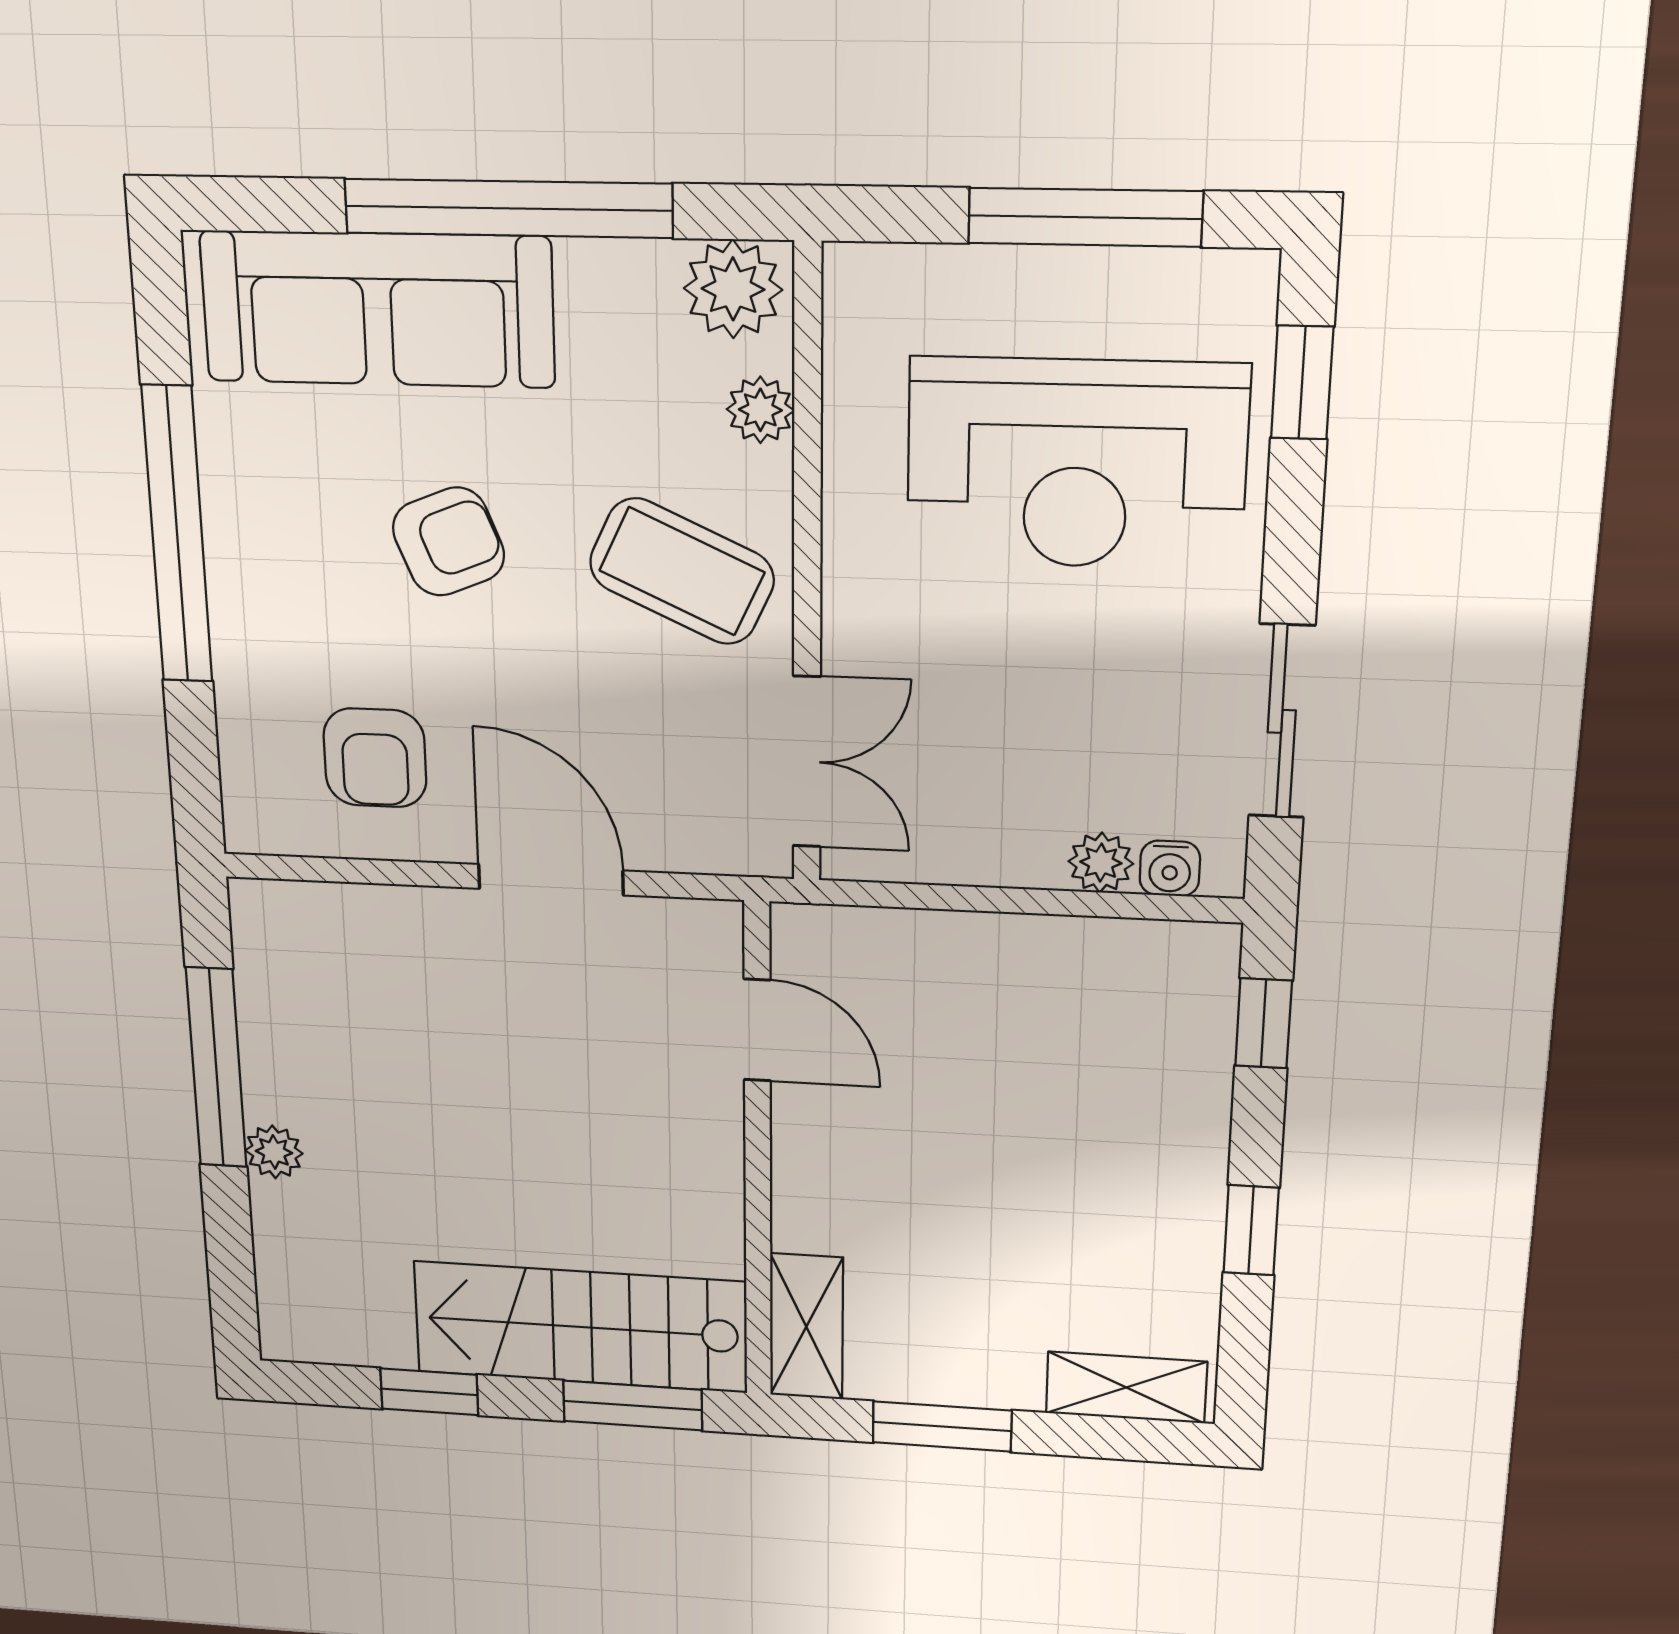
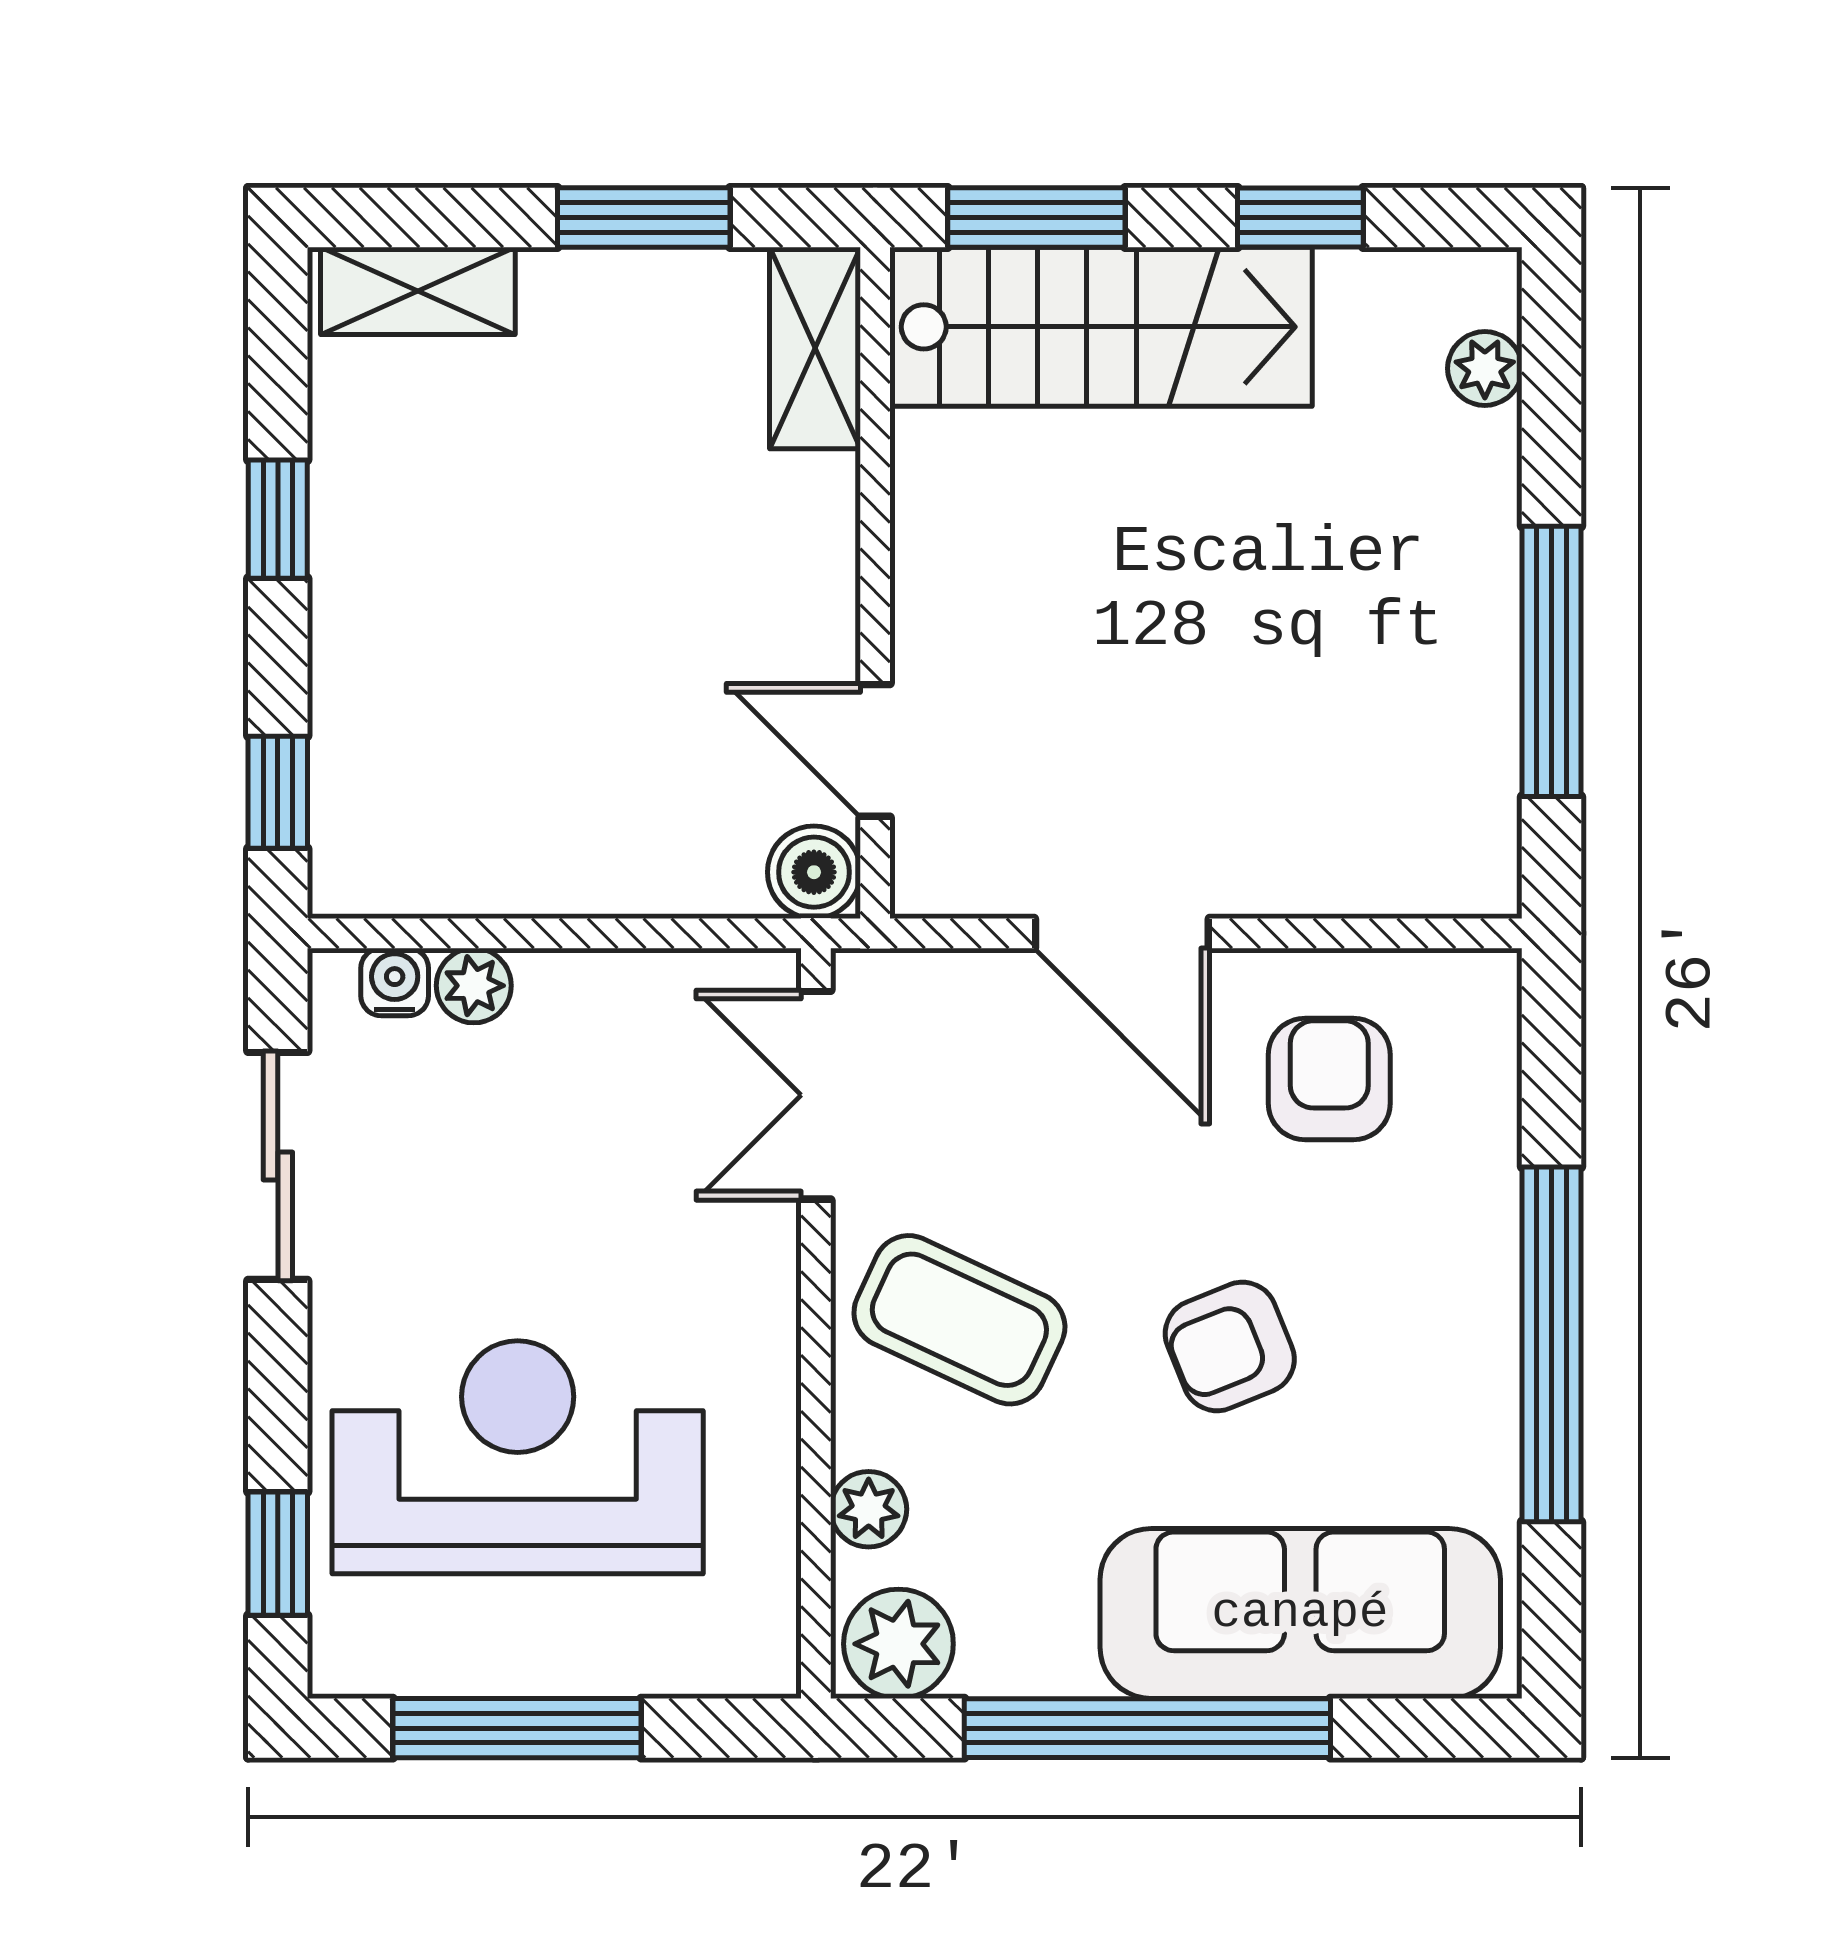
boiler: (808, 939) -> (814, 872), added
plant: (274, 1152) -> (1485, 368), moved

